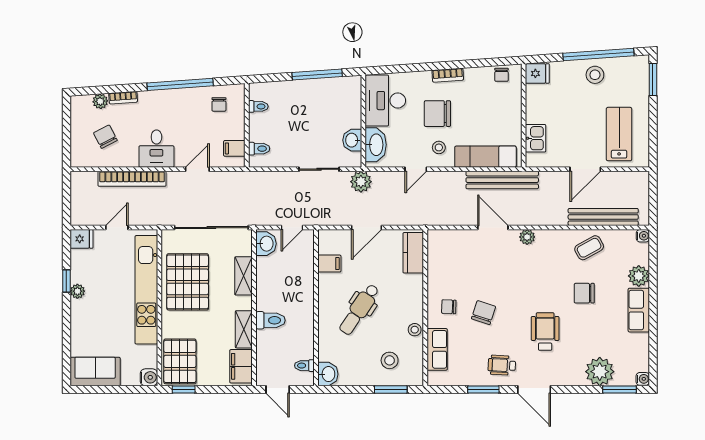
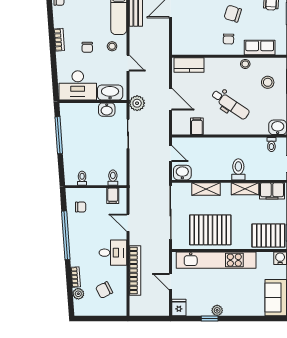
chair: (437, 114) -> (87, 47), width x0.54, depth x0.54

